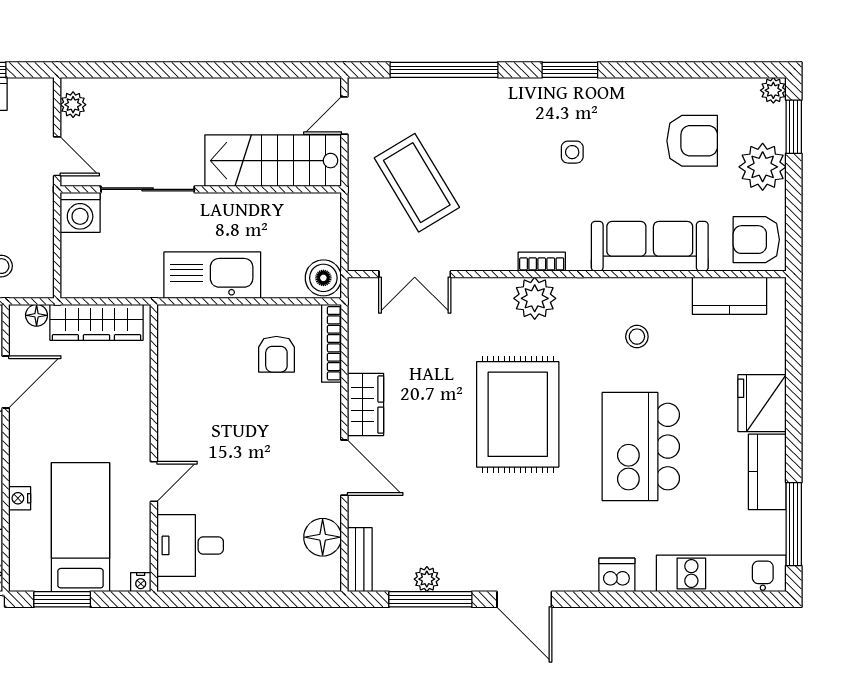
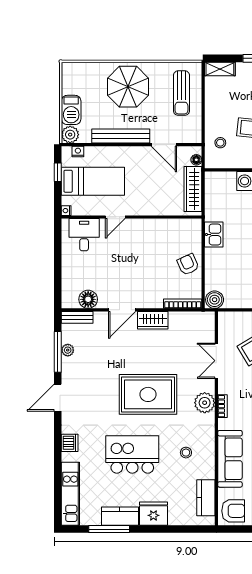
armchair: (756, 240) -> (233, 511), turned 90
double door: (415, 274) -> (216, 361), moved
kitchen sink: (212, 275) -> (214, 234), width x0.53, depth x0.81
armchair: (276, 354) -> (188, 264), moved, turned 66
door: (154, 481) -> (115, 217), hinge flipped
nightstand: (20, 498) -> (78, 152), moved
window: (794, 524) -> (109, 529), moved
window: (62, 599) -> (58, 172), width x0.67

